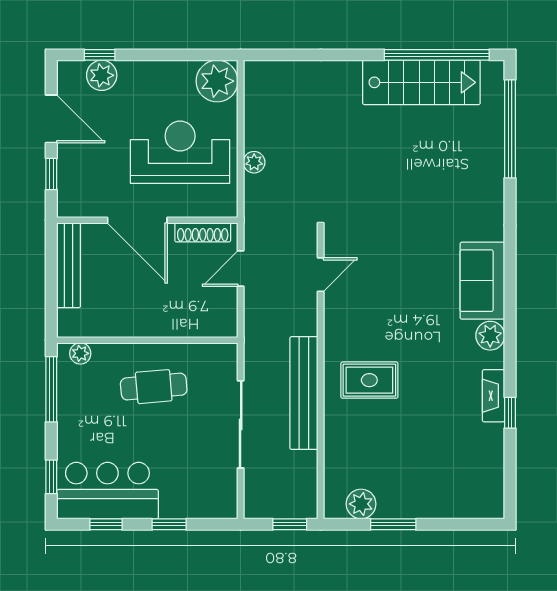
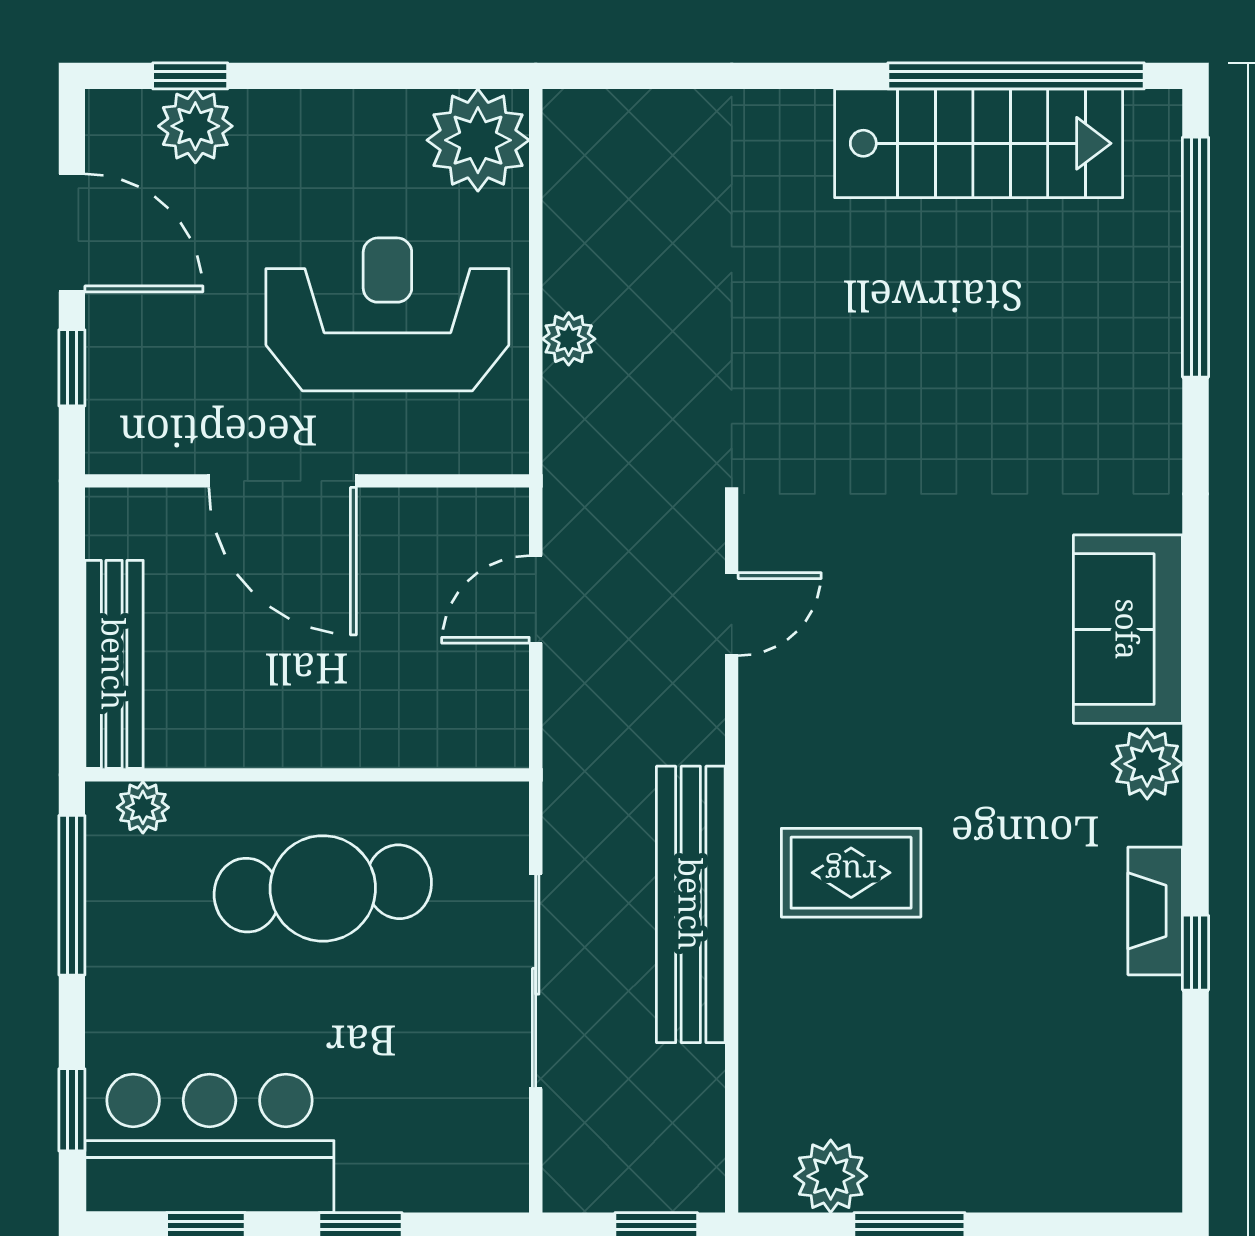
shoe rack: (203, 232) -> (443, 511), removed
bench: (69, 265) -> (114, 664), moved
cafe table: (154, 387) -> (323, 888), width x1.37, depth x1.35

